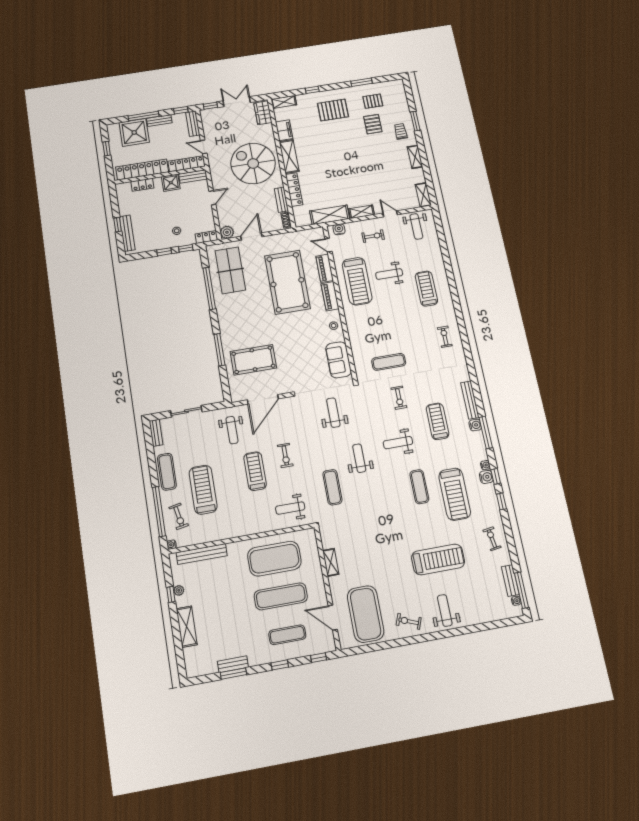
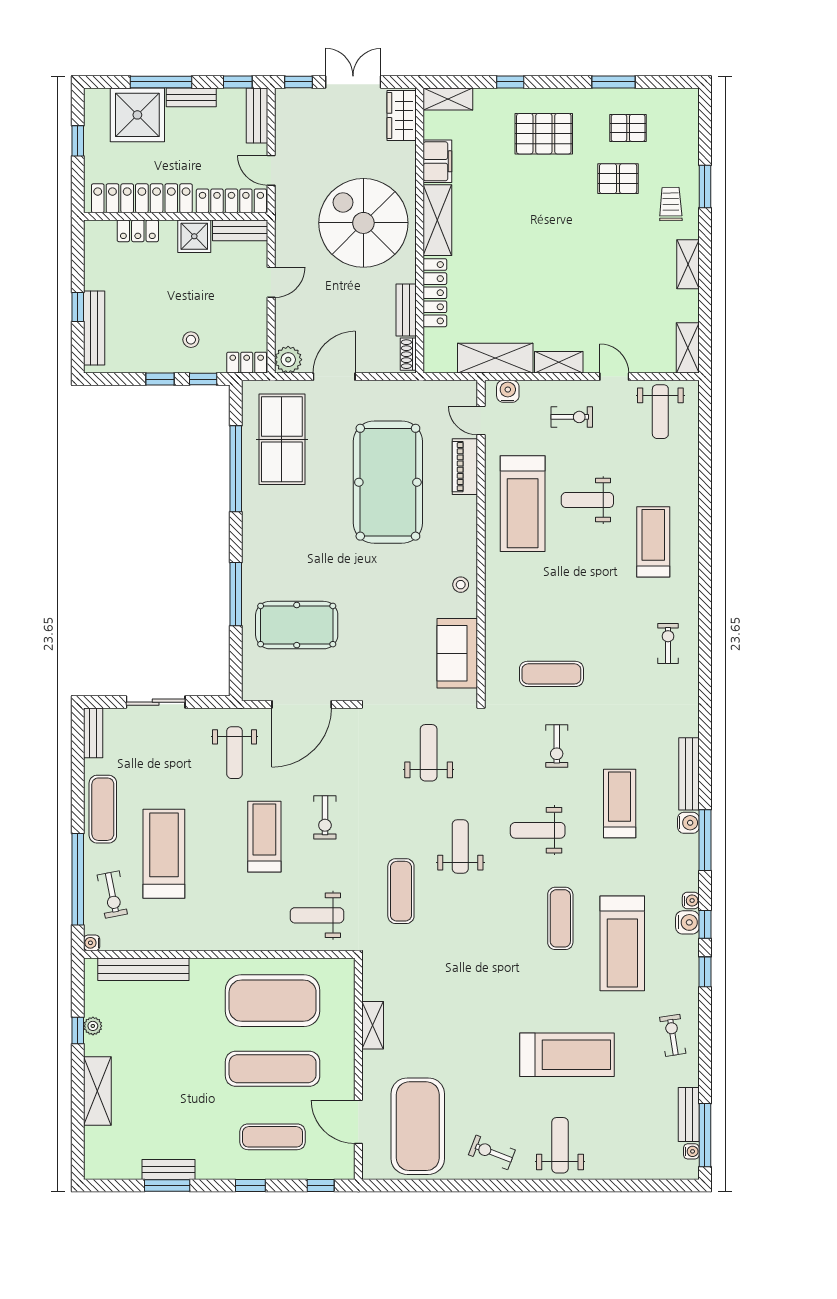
pallet: (373, 124) -> (618, 179), turned 90
piano: (330, 296) -> (465, 525), removed

